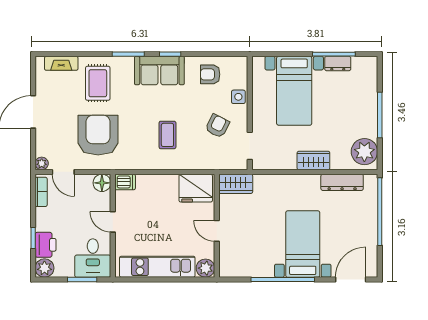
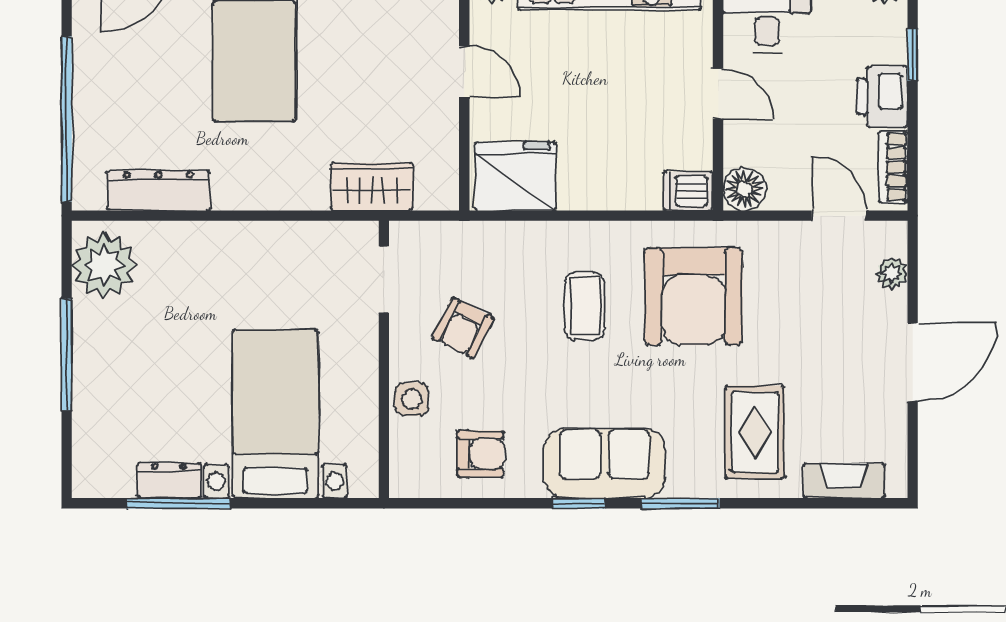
armchair: (98, 135) -> (694, 296), moved
wardrobe: (313, 160) -> (228, 244), removed
plant: (42, 163) -> (892, 273), moved
wardrobe: (236, 184) -> (372, 187), moved
printer: (46, 245) -> (882, 97), moved

